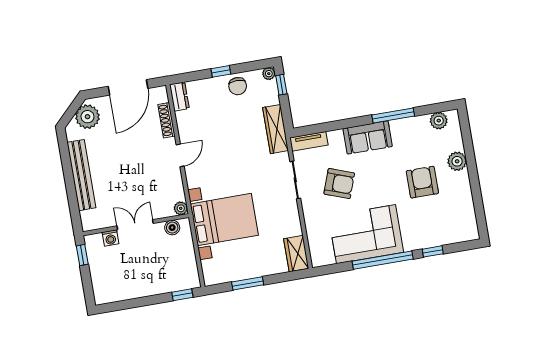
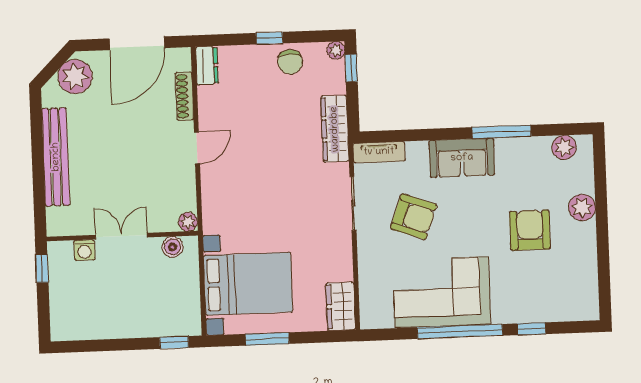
bed with nightstands: (224, 220) -> (248, 284), moved

